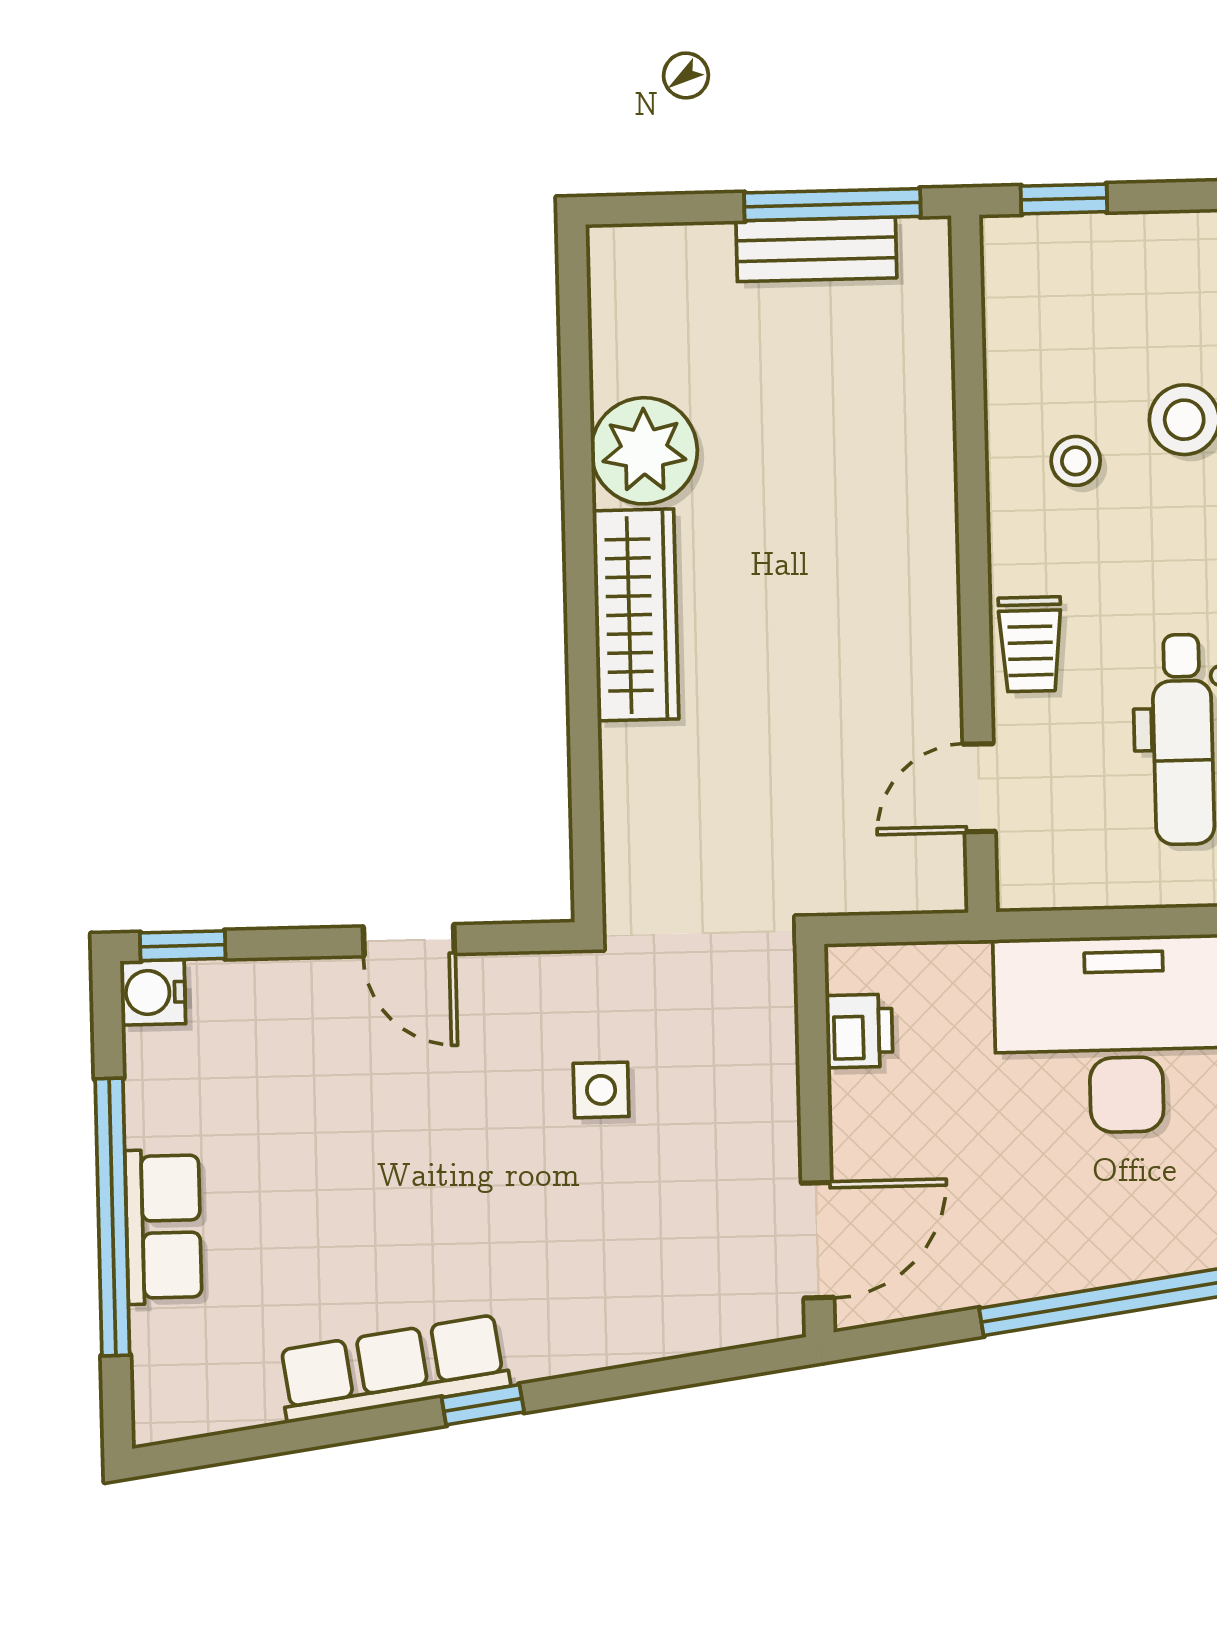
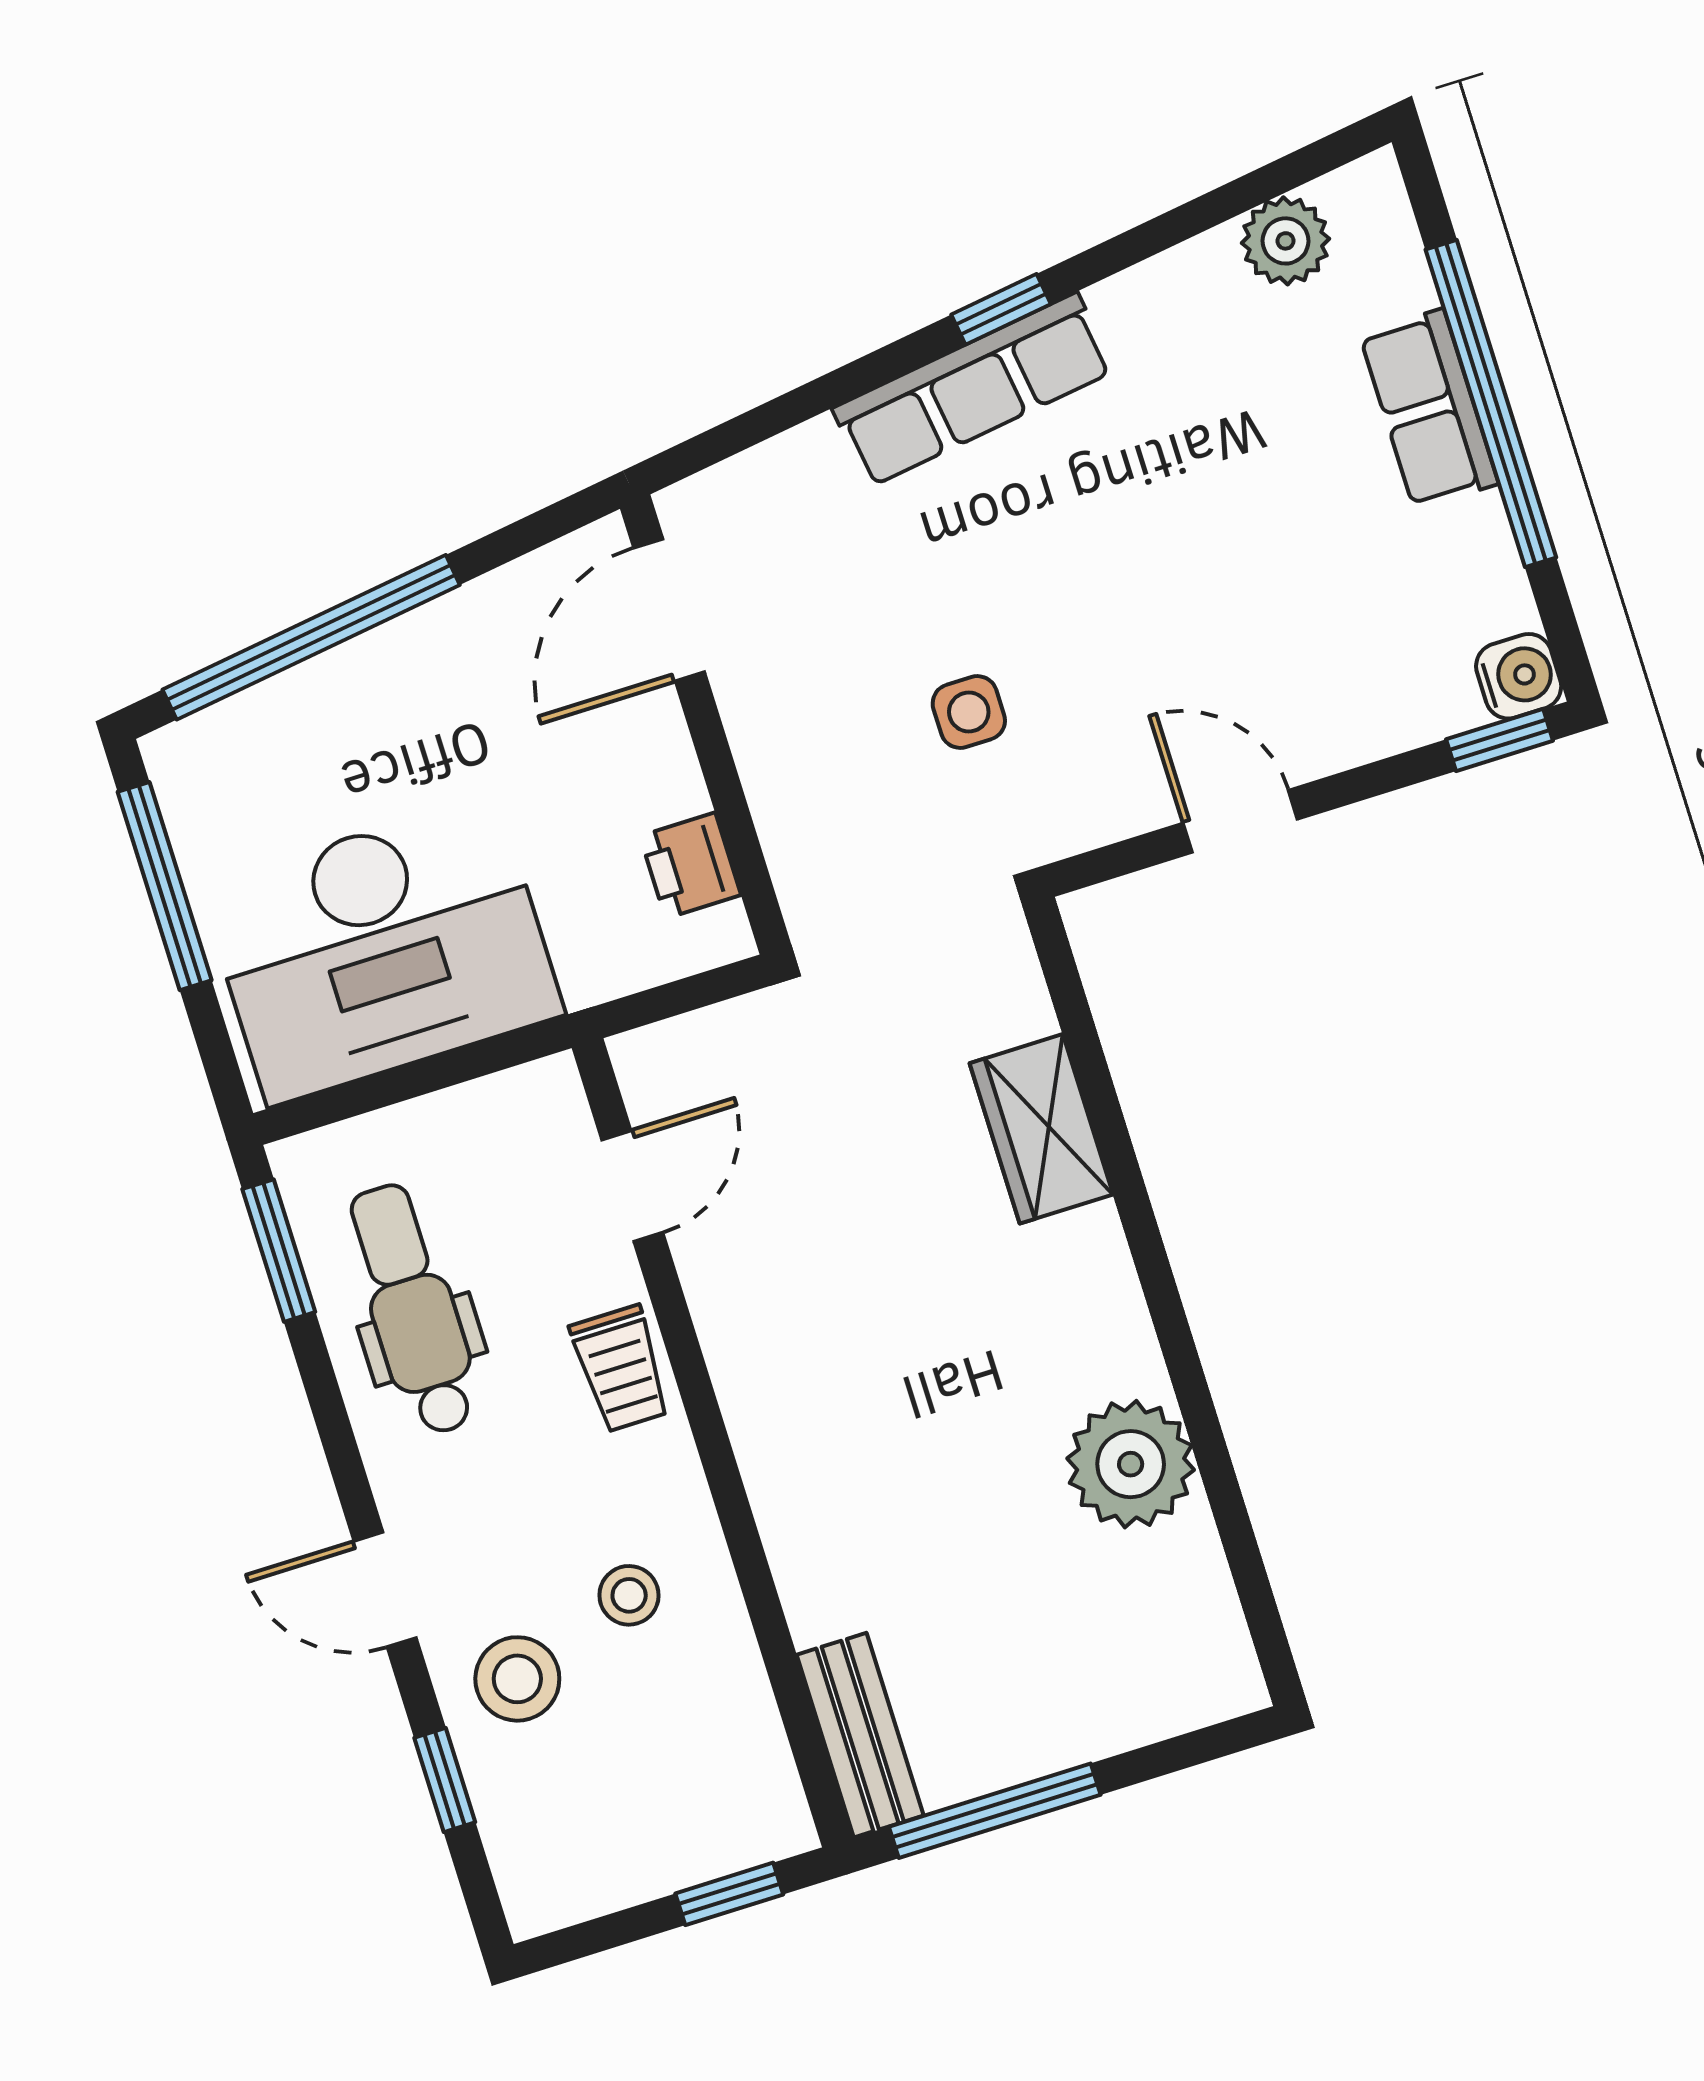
bench: (816, 249) -> (860, 1735), moved, turned 90
wardrobe: (636, 615) -> (1041, 1129), moved, width x0.67
trolley: (1030, 644) -> (621, 1369), turned 180
row of seats: (393, 1369) -> (973, 390), moved
plant: (239, 1394) -> (1286, 241), added

